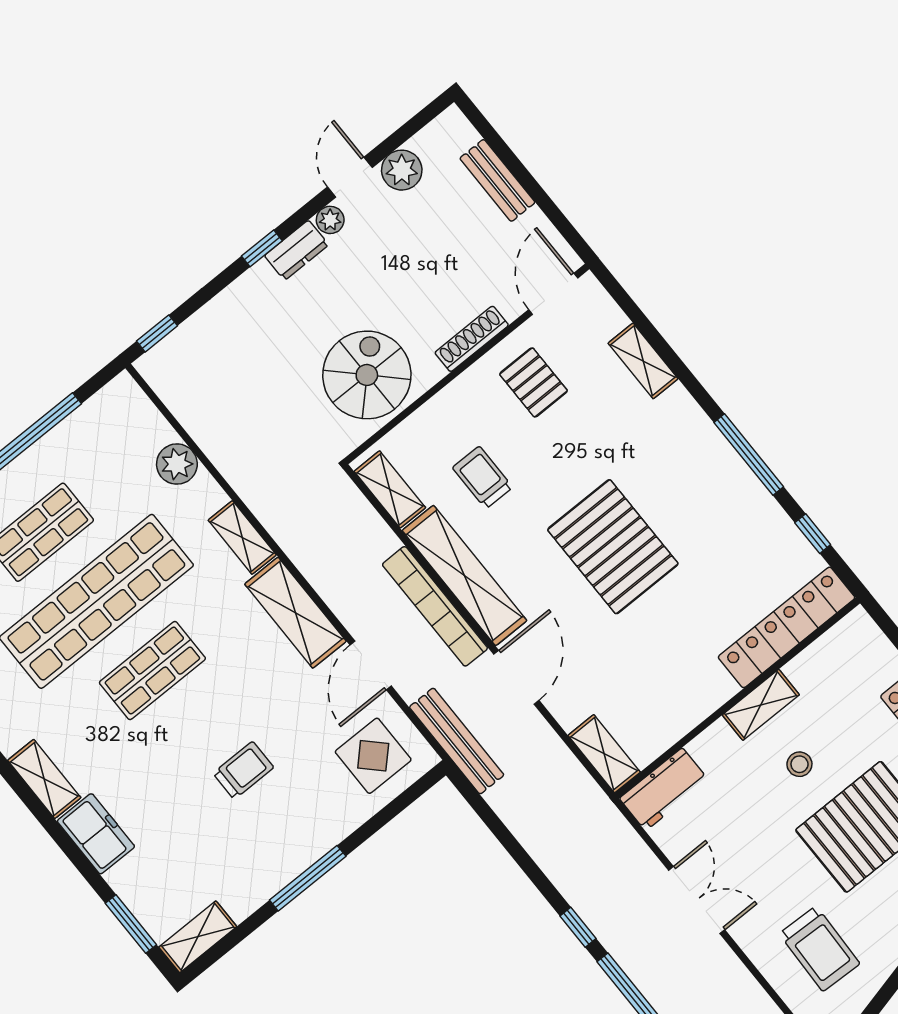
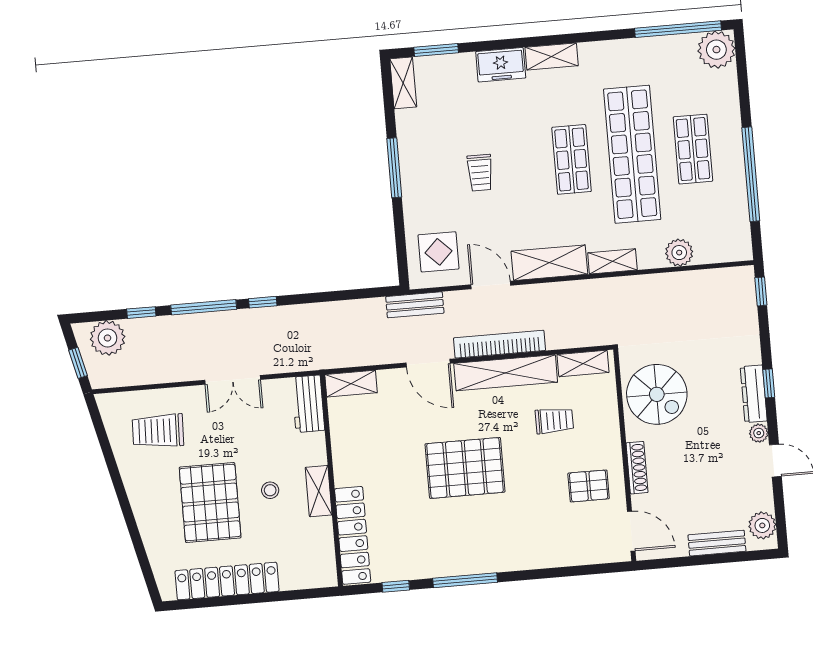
plant: (402, 170) -> (762, 525), moved
dresser: (297, 250) -> (754, 394), width x1.44
shelving: (643, 361) -> (559, 556), removed
bench: (457, 741) -> (415, 305), width x0.73

